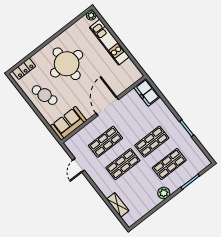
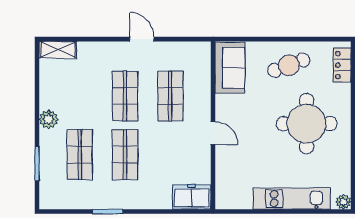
door: (107, 106) -> (213, 133), width x0.53
door: (78, 165) -> (142, 39), moved
shelving: (118, 205) -> (58, 50), moved

